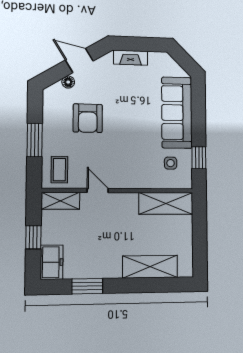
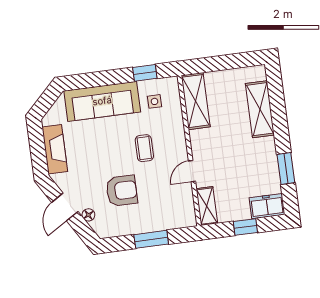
fireplace: (131, 58) -> (55, 149), width x1.37, depth x1.32
coffee table: (59, 170) -> (144, 148), moved, turned 90

